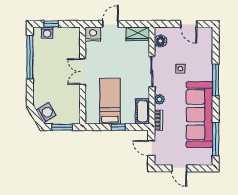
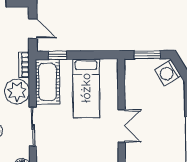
plant: (159, 99) -> (17, 92), width x1.88, depth x1.88
cot: (142, 111) -> (48, 82), width x1.37, depth x1.34
window: (118, 127) -> (58, 55), moved

